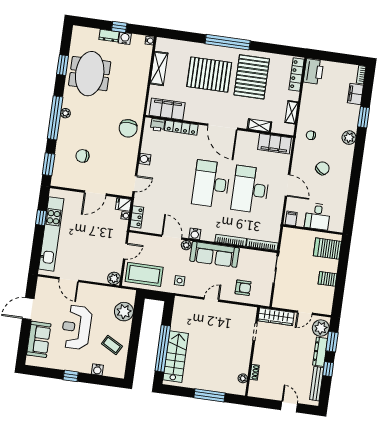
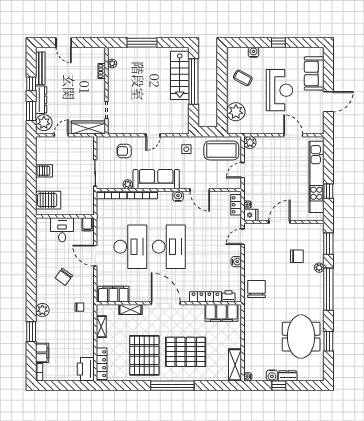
shelving: (159, 68) -> (235, 365), moved
plant: (65, 113) -> (319, 268), moved
plant: (186, 245) -> (128, 184), moved

